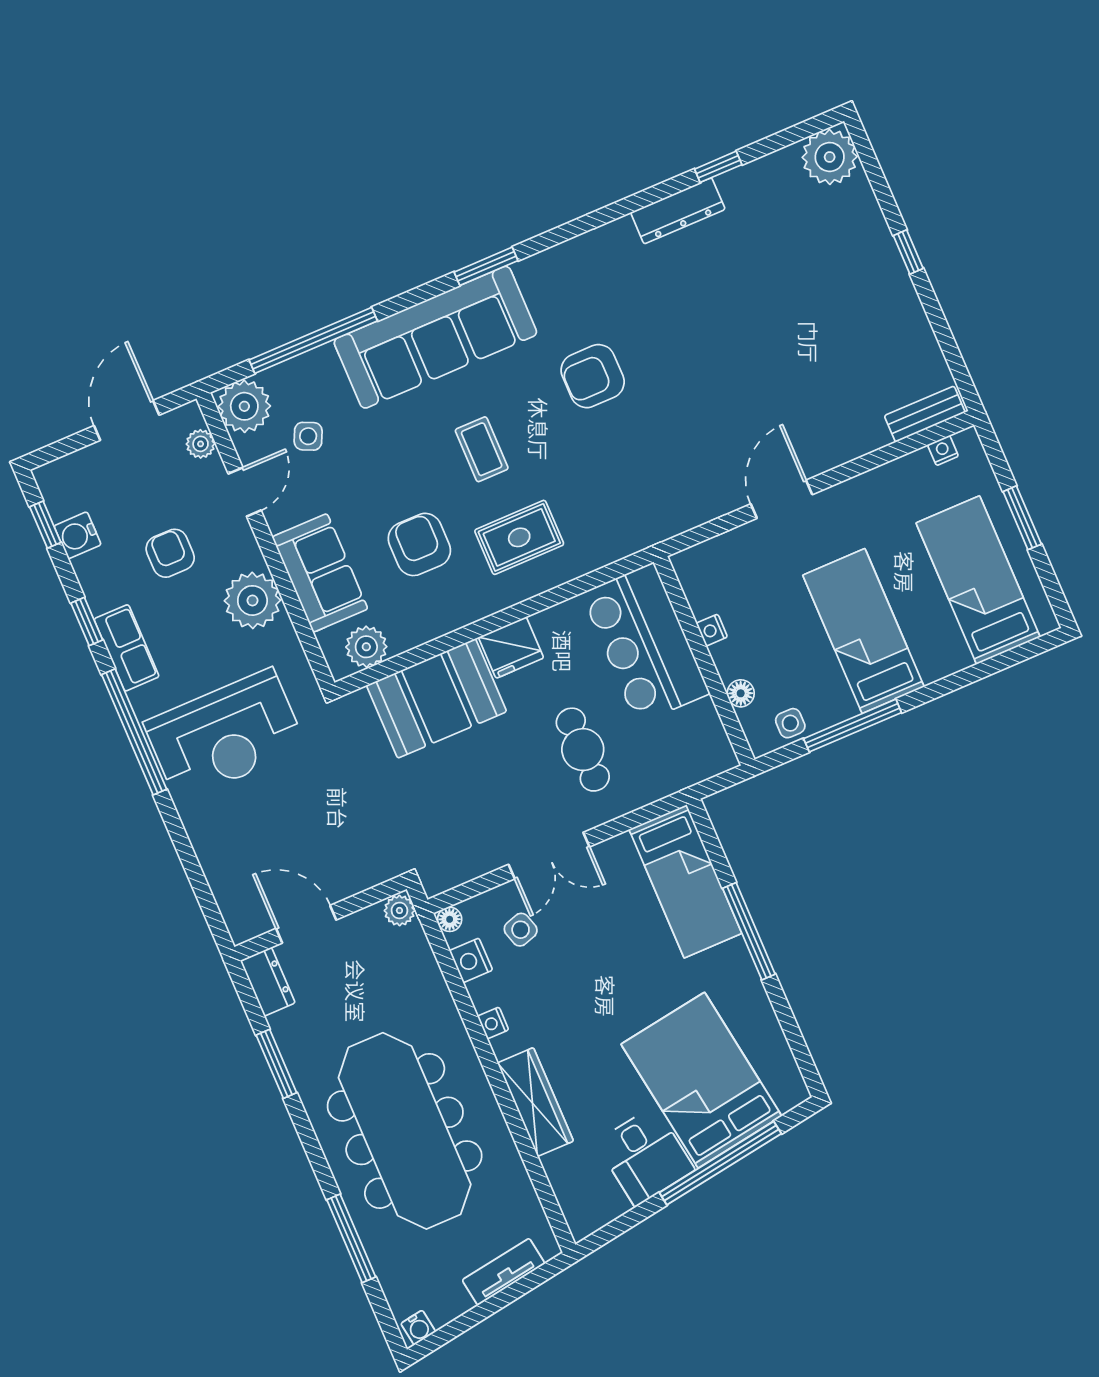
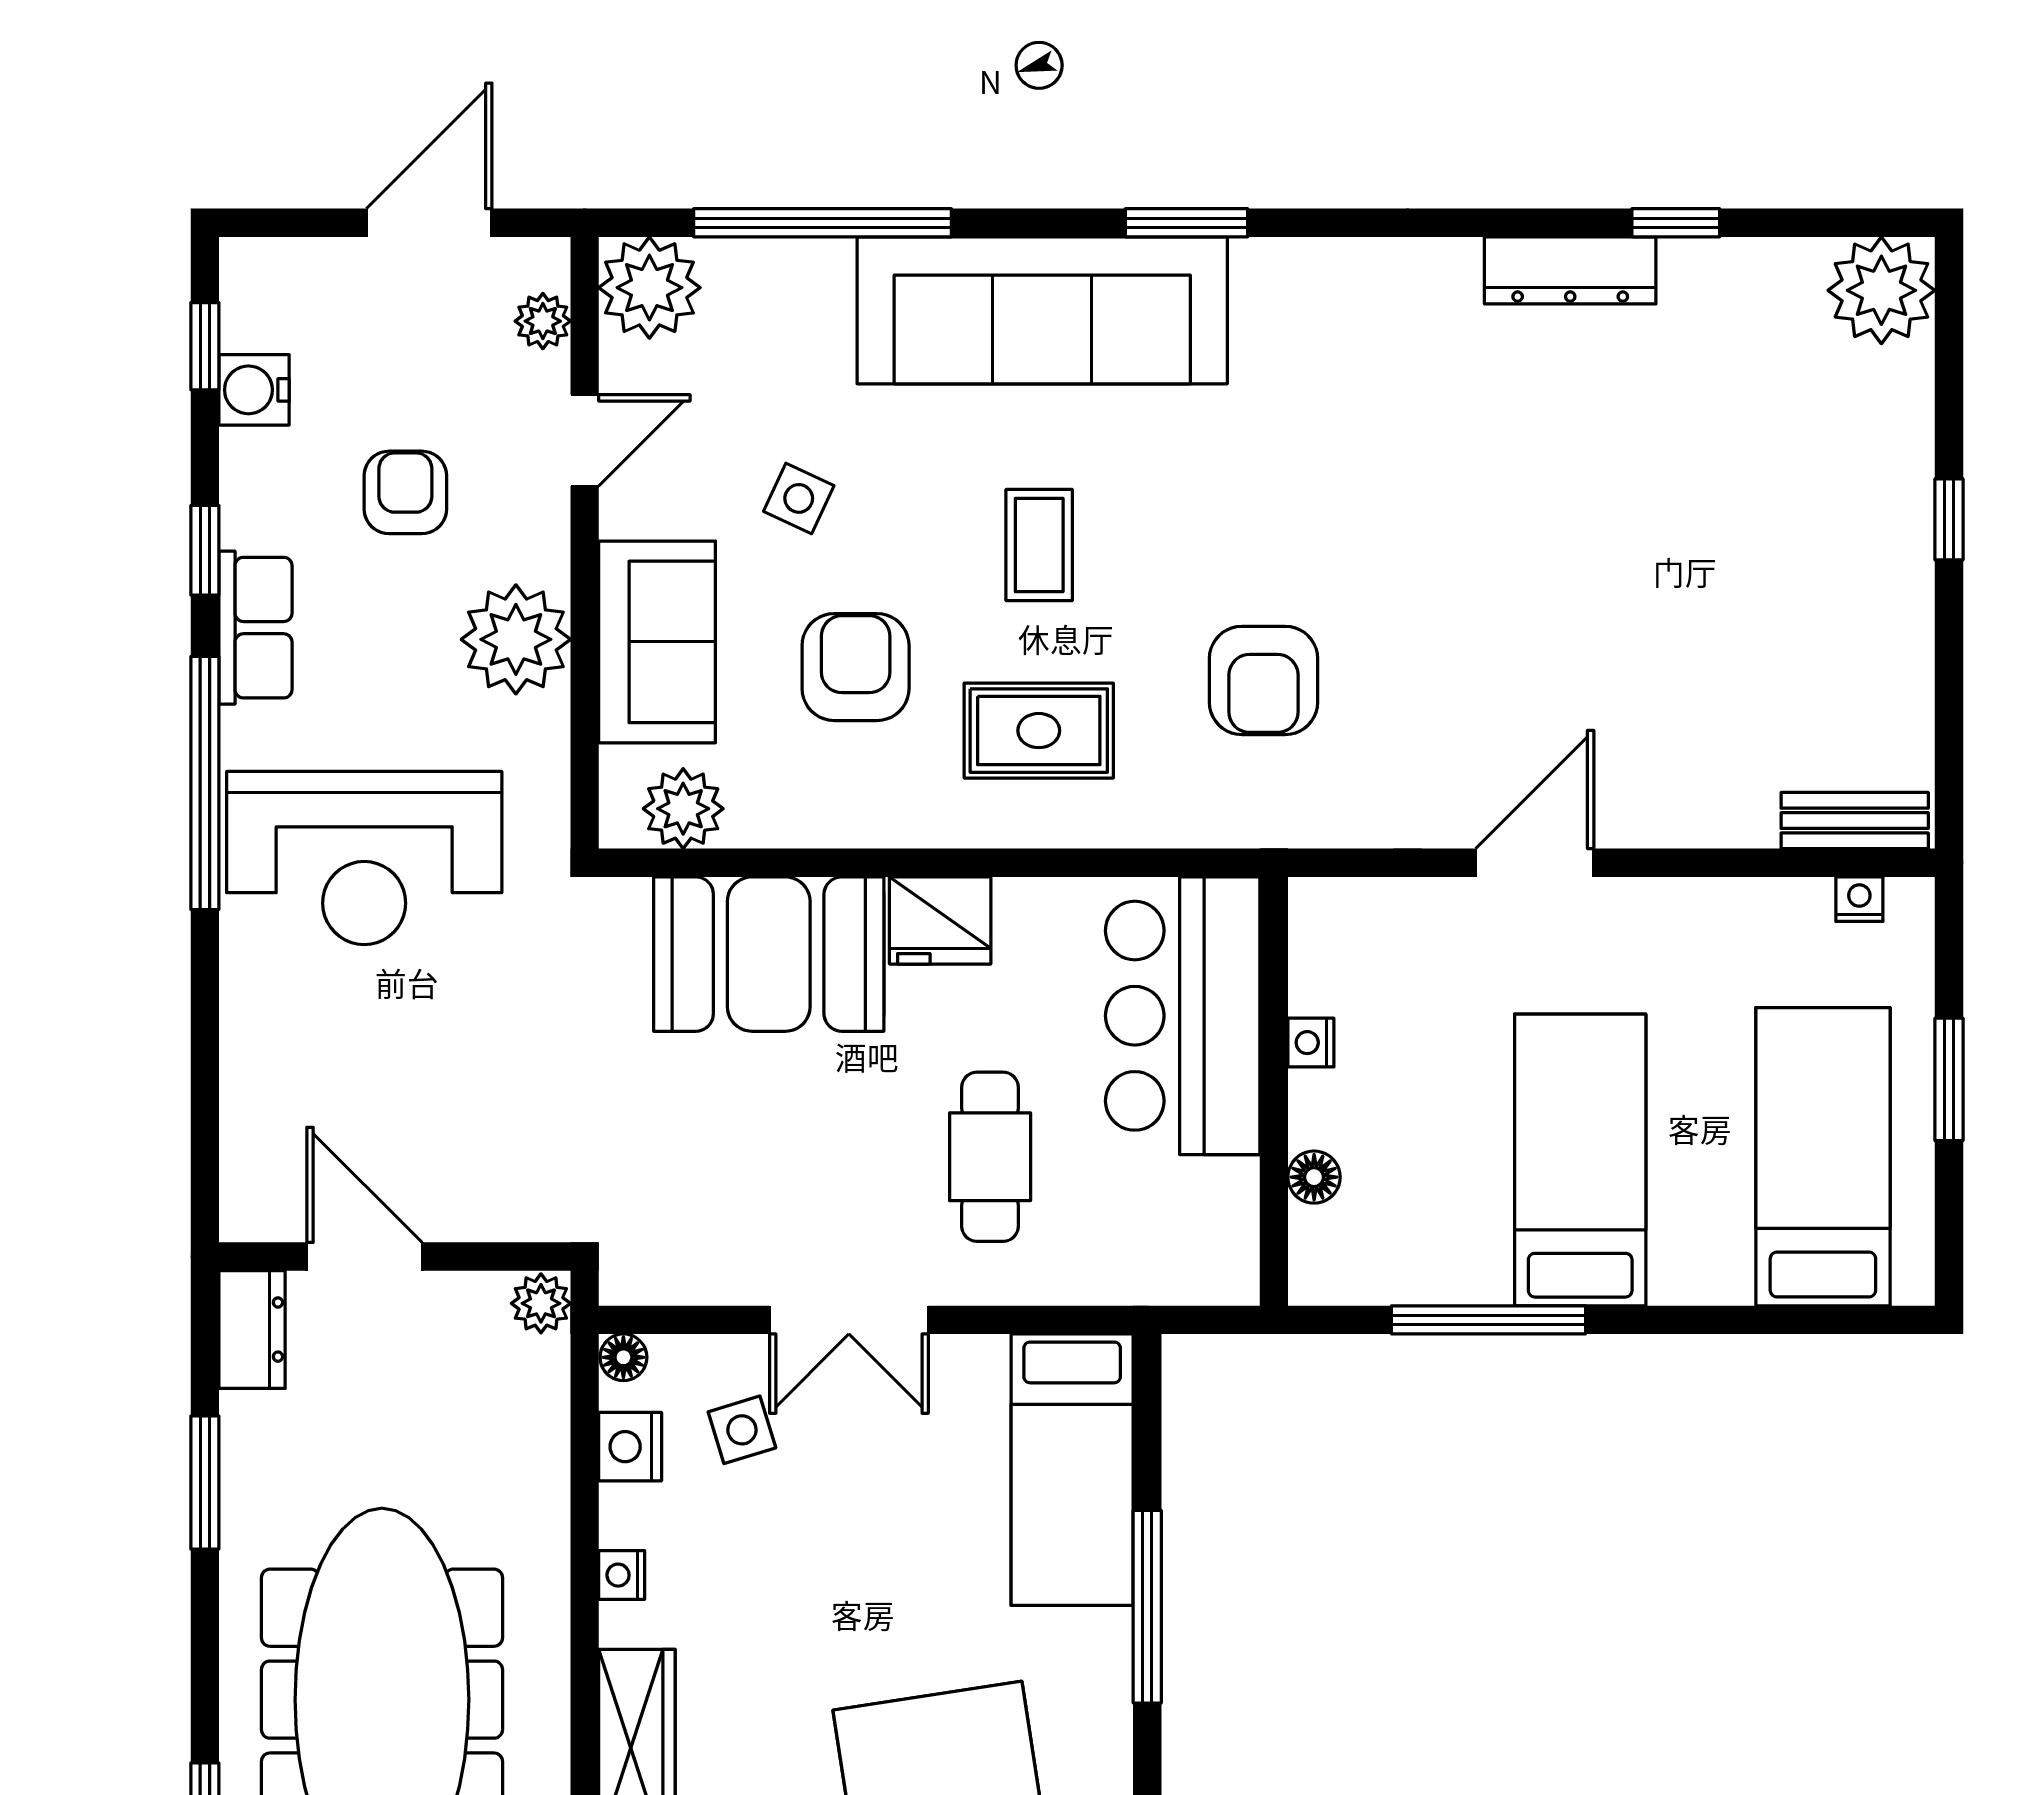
armchair: (593, 376) -> (1264, 680), moved, turned -90
side table: (308, 436) -> (799, 498), moved
side table: (790, 723) -> (1379, 1268), removed

